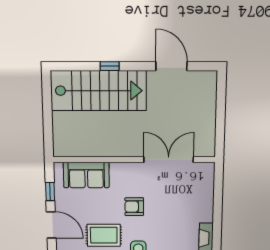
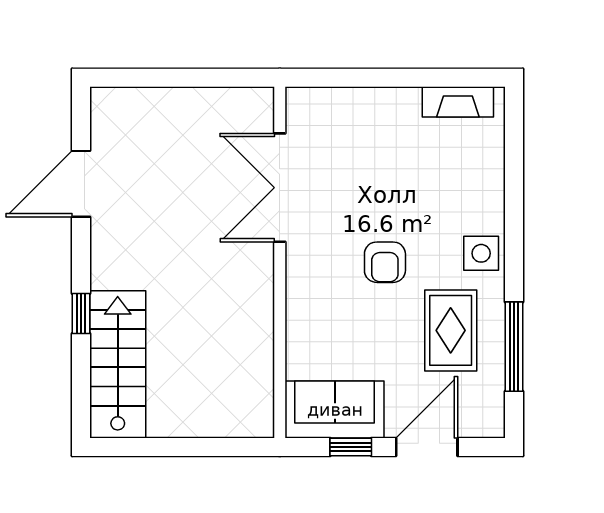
stairs: (99, 91) -> (118, 364), width x0.73, depth x0.66
sofa: (86, 175) -> (335, 410), moved, turned -90

